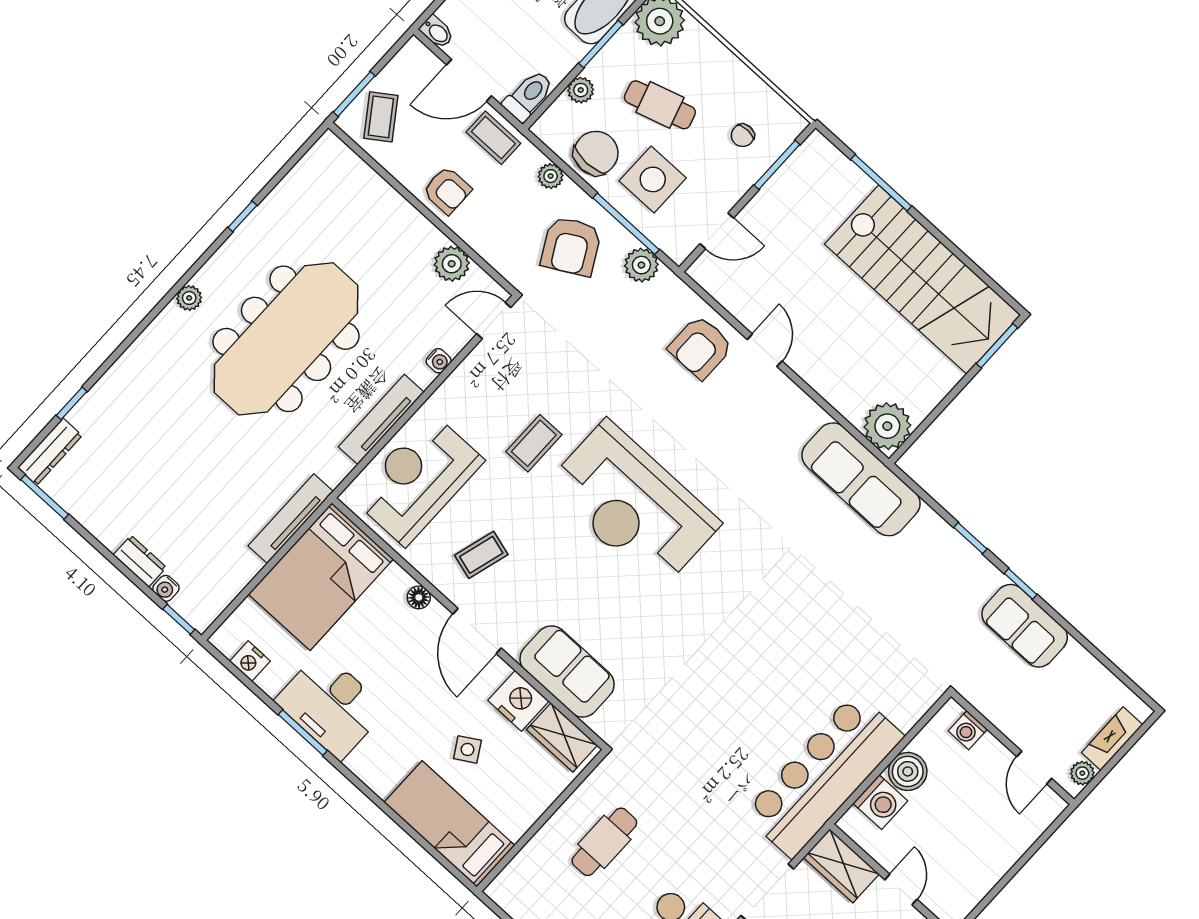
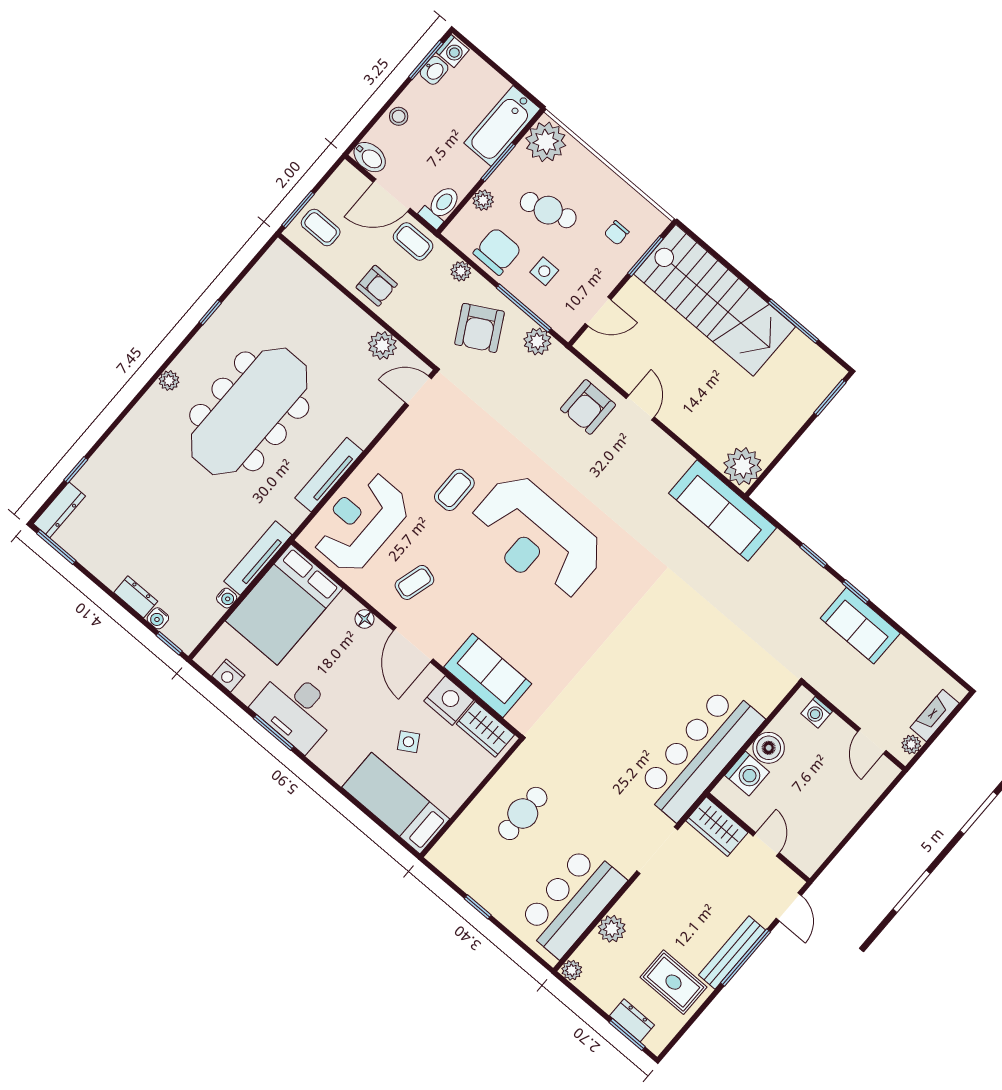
bidet: (437, 32) -> (370, 157), width x1.38, depth x1.36
coffee table: (381, 117) -> (321, 227), turned -55
side table: (653, 179) -> (544, 271), width x0.54, depth x0.54
window: (881, 183) -> (793, 321), moved
stairs: (923, 279) -> (715, 300), moved
water cooler: (439, 361) -> (227, 598), moved

